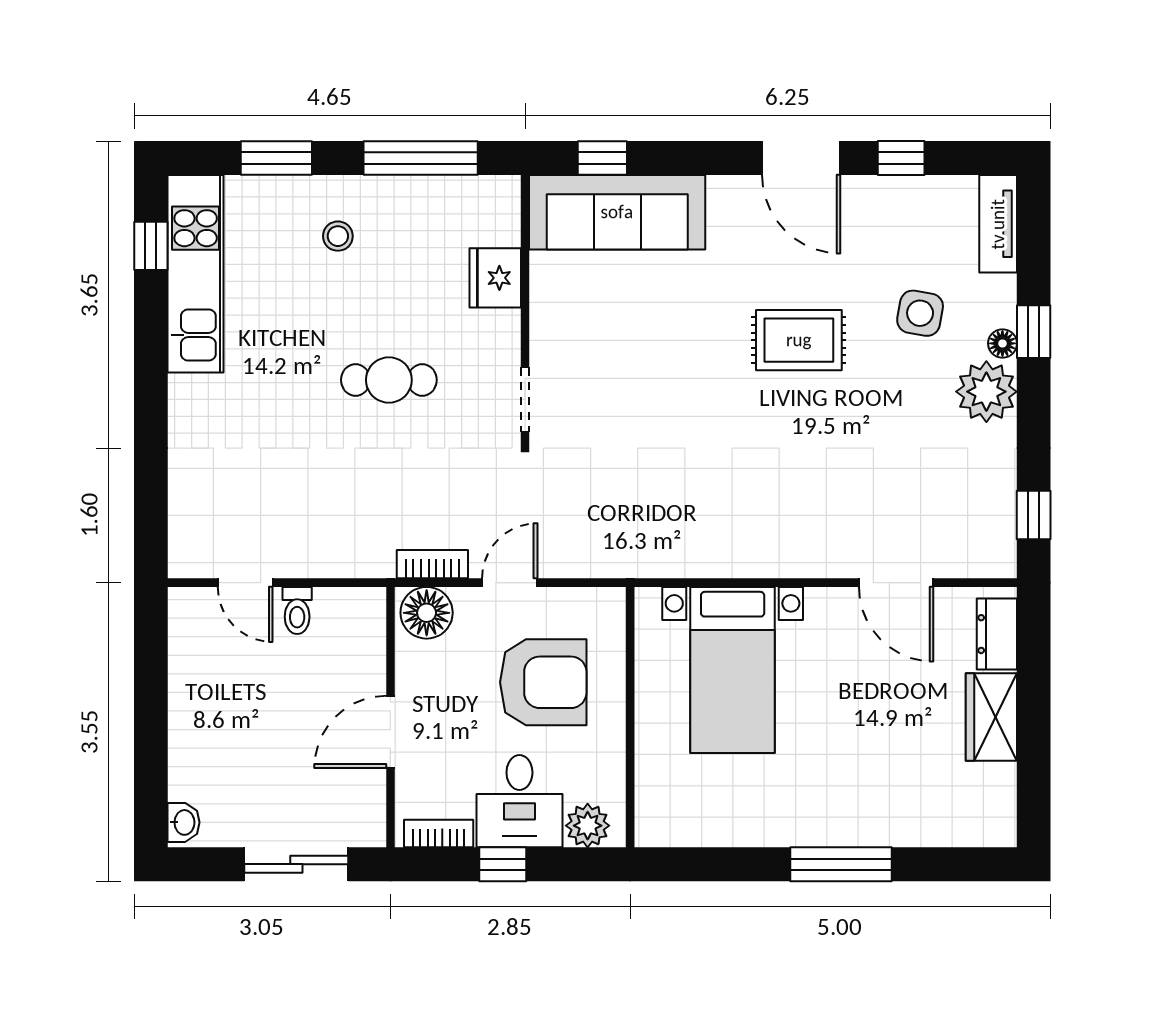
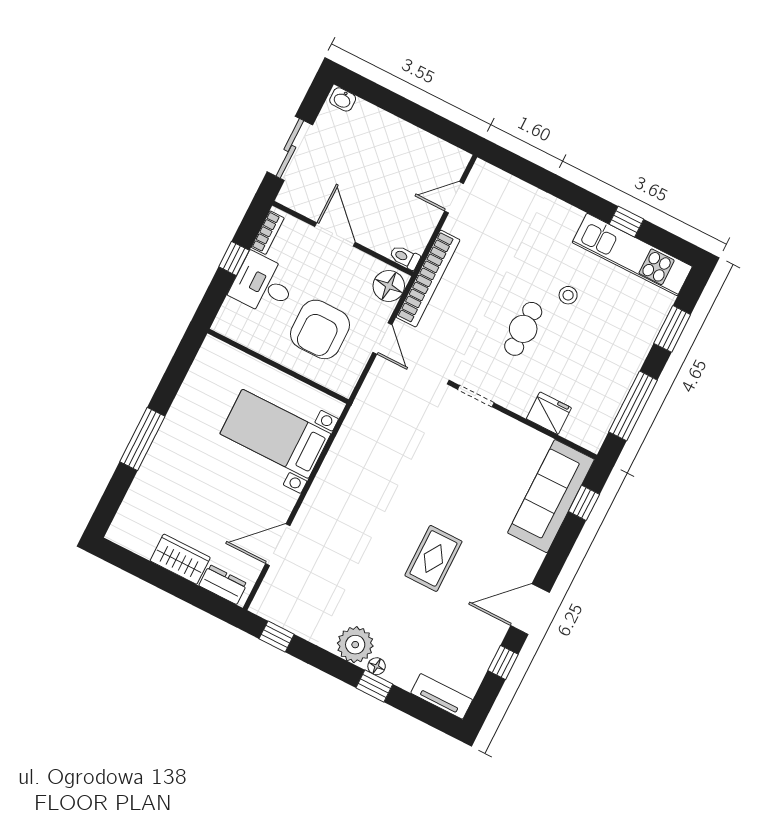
stool: (338, 236) -> (568, 295), moved
window: (151, 246) -> (626, 222), moved
side table: (920, 313) -> (415, 630), removed
bookcase: (432, 564) -> (428, 279), width x2.31, depth x1.31
toilet: (297, 610) -> (405, 257), moved
plant: (588, 826) -> (232, 314), removed

